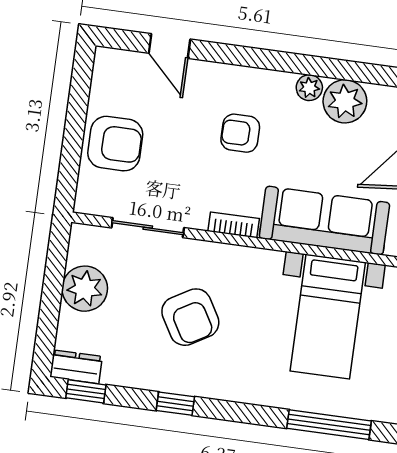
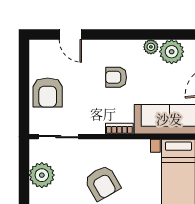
armchair: (115, 144) -> (48, 93), turned 90
sliding door: (148, 228) -> (58, 137), moved

